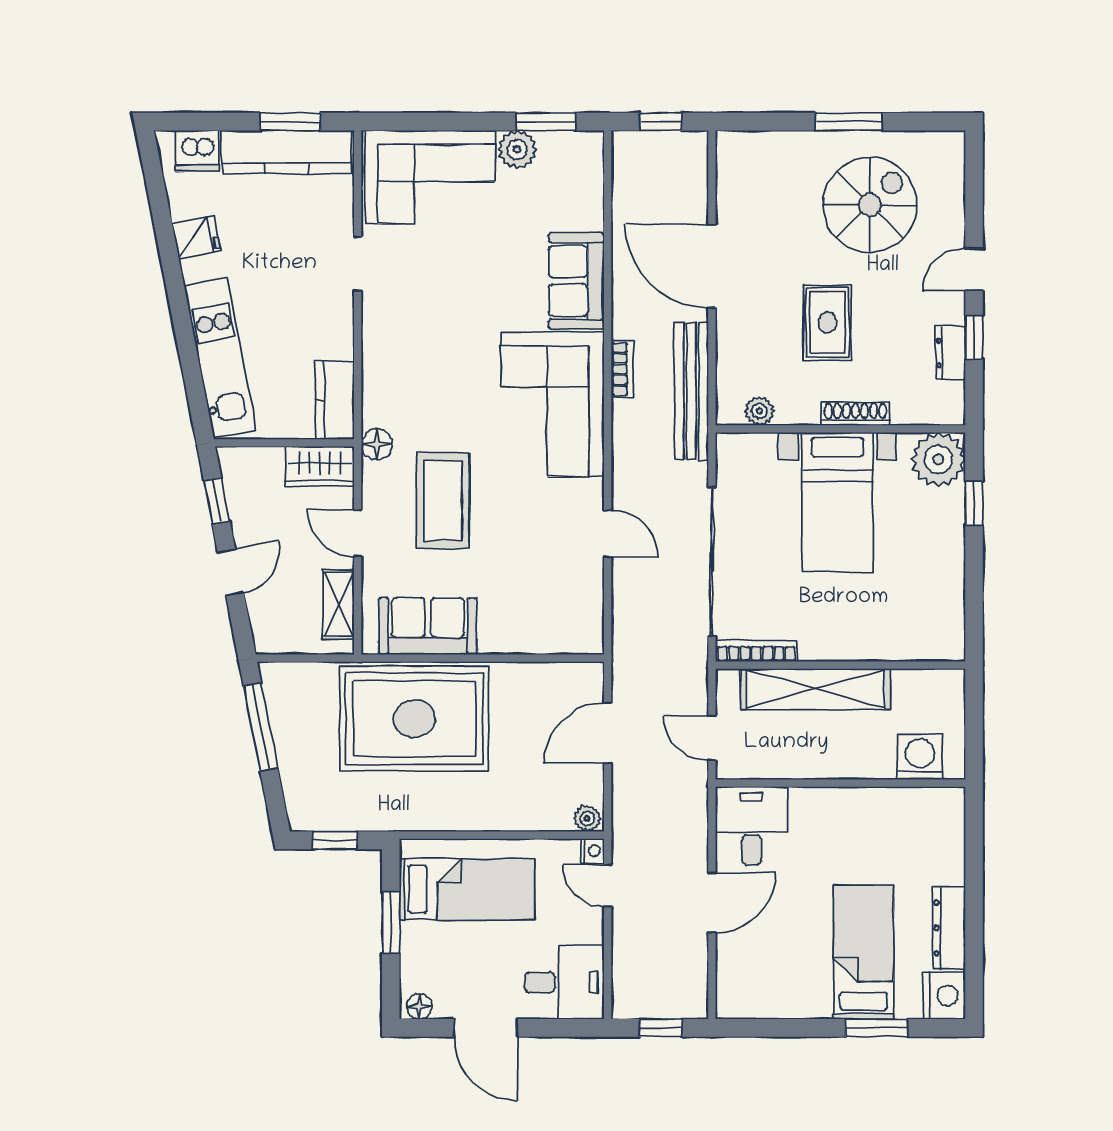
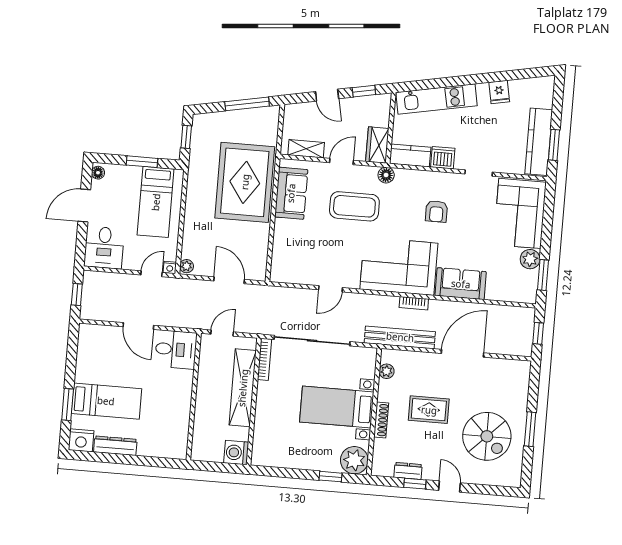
dishwasher: (197, 151) -> (443, 158), moved, turned 90
armchair: (440, 340) -> (436, 211), added
washing machine: (920, 757) -> (236, 453), moved, turned 180

